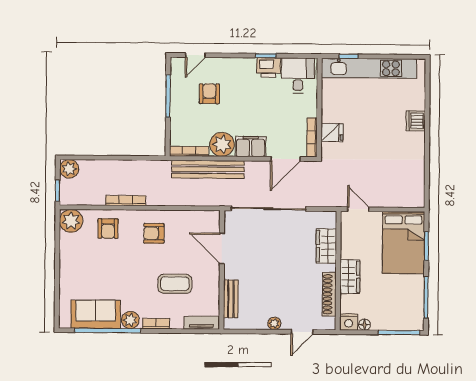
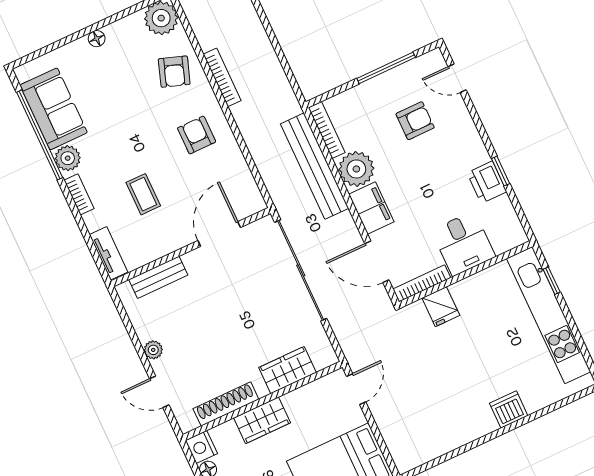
desk: (298, 76) -> (463, 244), moved, turned 90
armchair: (108, 229) -> (174, 72), turned -71
floor lamp: (65, 267) -> (97, 39), added
coffee table: (175, 284) -> (143, 194), width x0.73, depth x0.77

